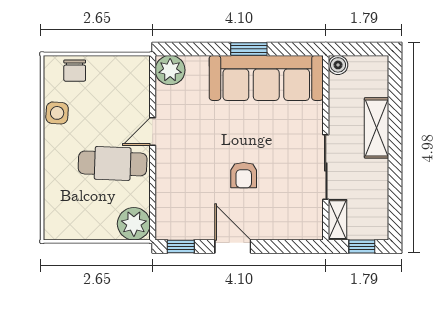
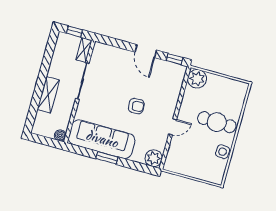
chair: (75, 71) -> (206, 172), removed
cafe table: (113, 163) -> (217, 122), moved
armchair: (244, 175) -> (136, 106), moved, turned 86

